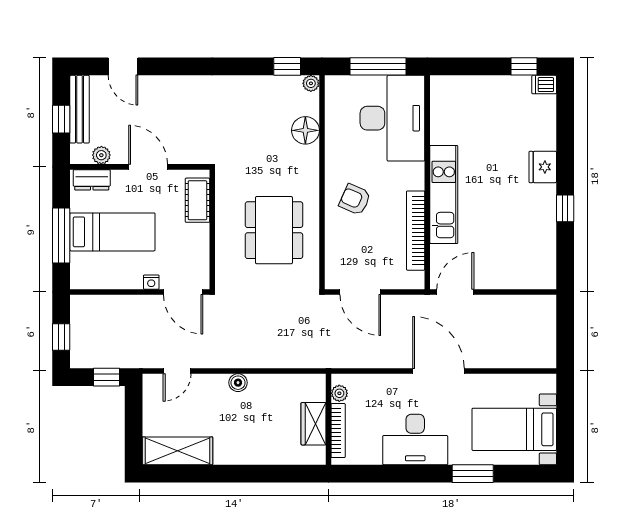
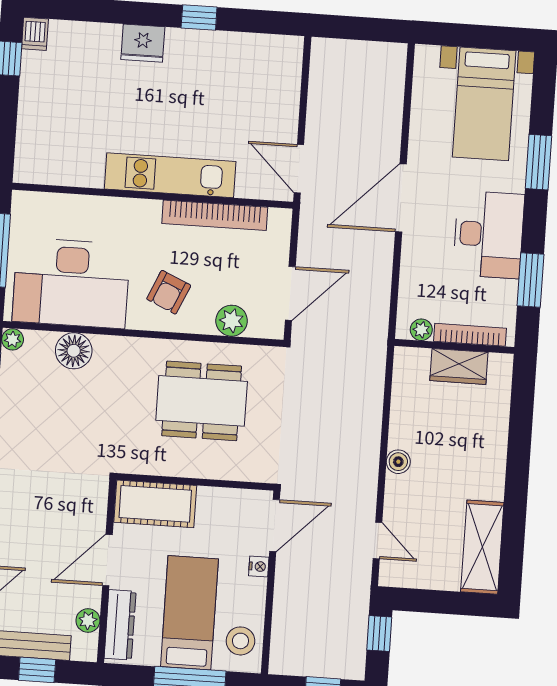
desk: (392, 118) -> (71, 283), moved, turned 180
dresser: (92, 180) -> (120, 625), width x1.44
cot: (197, 200) -> (155, 504), width x1.37, depth x1.34
plant: (336, 249) -> (232, 321), added
stool: (94, 272) -> (240, 641), added
window: (383, 474) -> (531, 280), added

